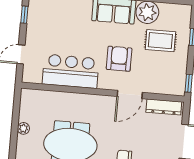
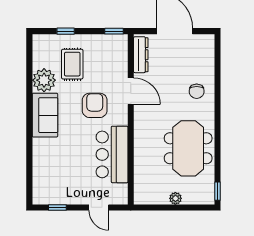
armchair: (119, 59) -> (95, 105), turned 90

